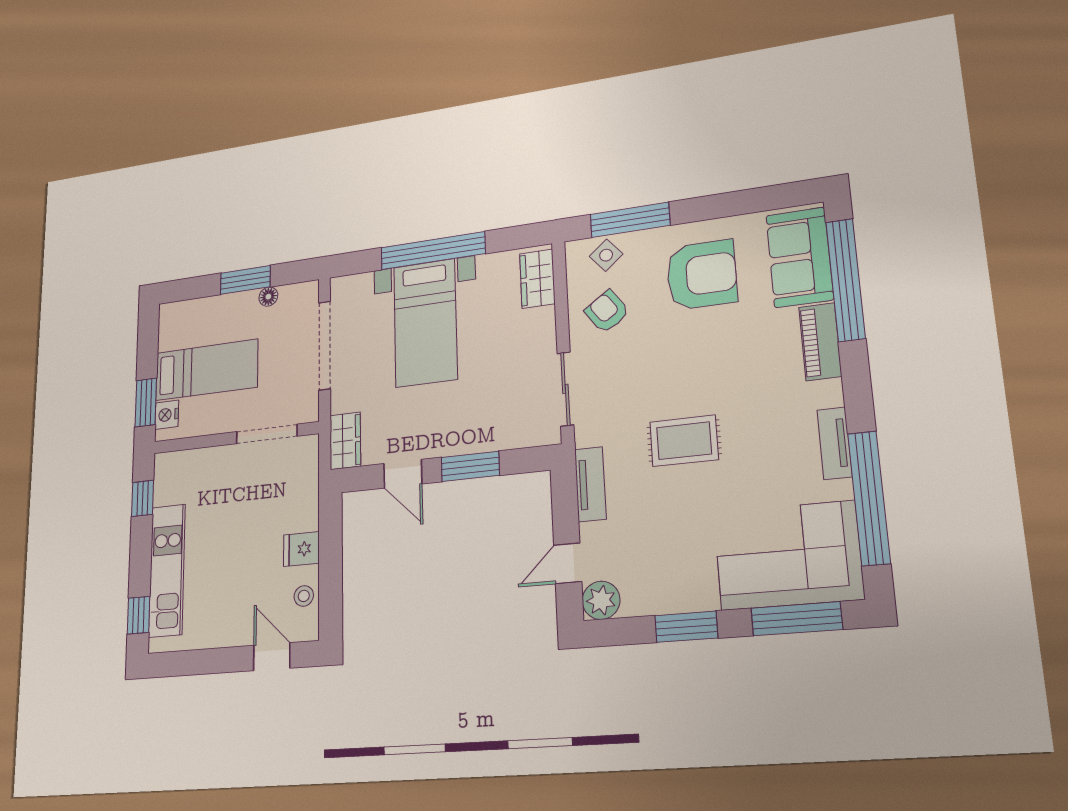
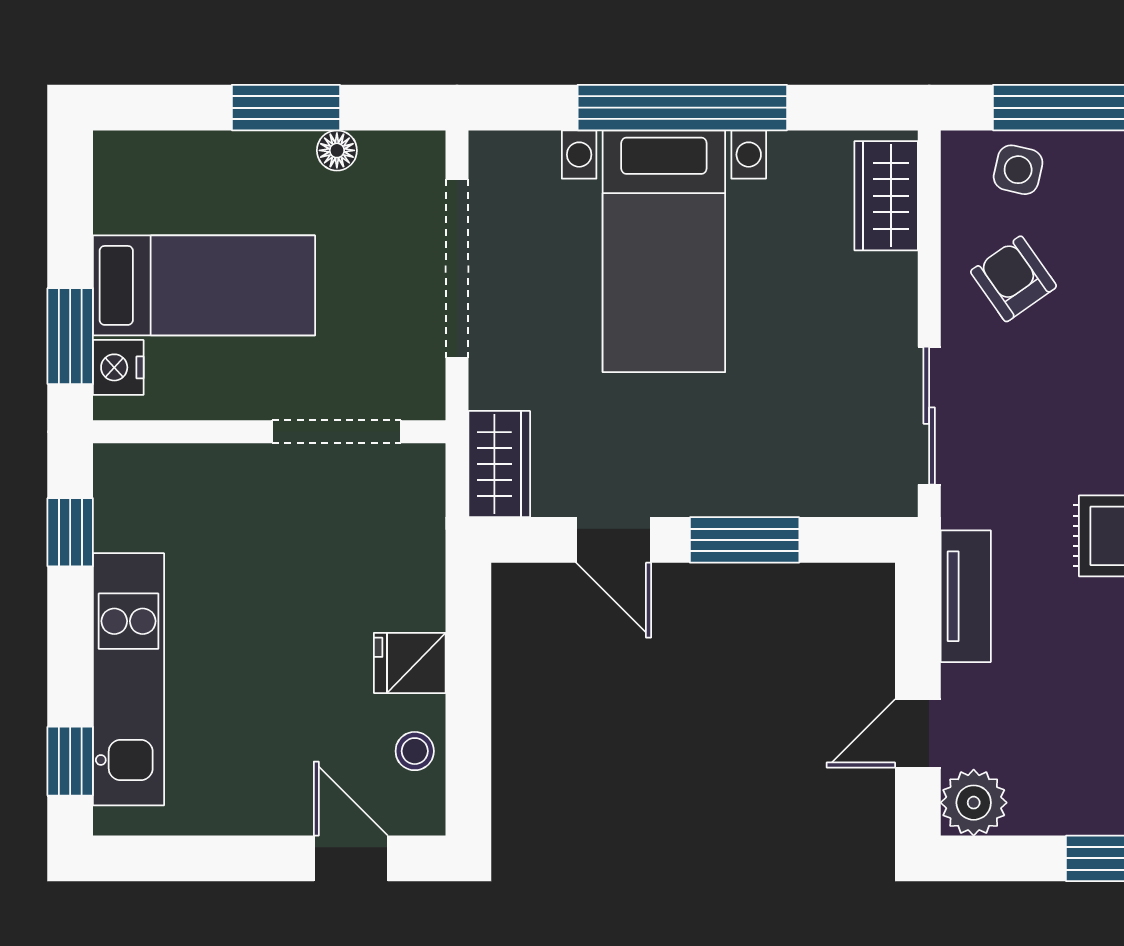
side table: (606, 255) -> (1018, 170), turned -37

